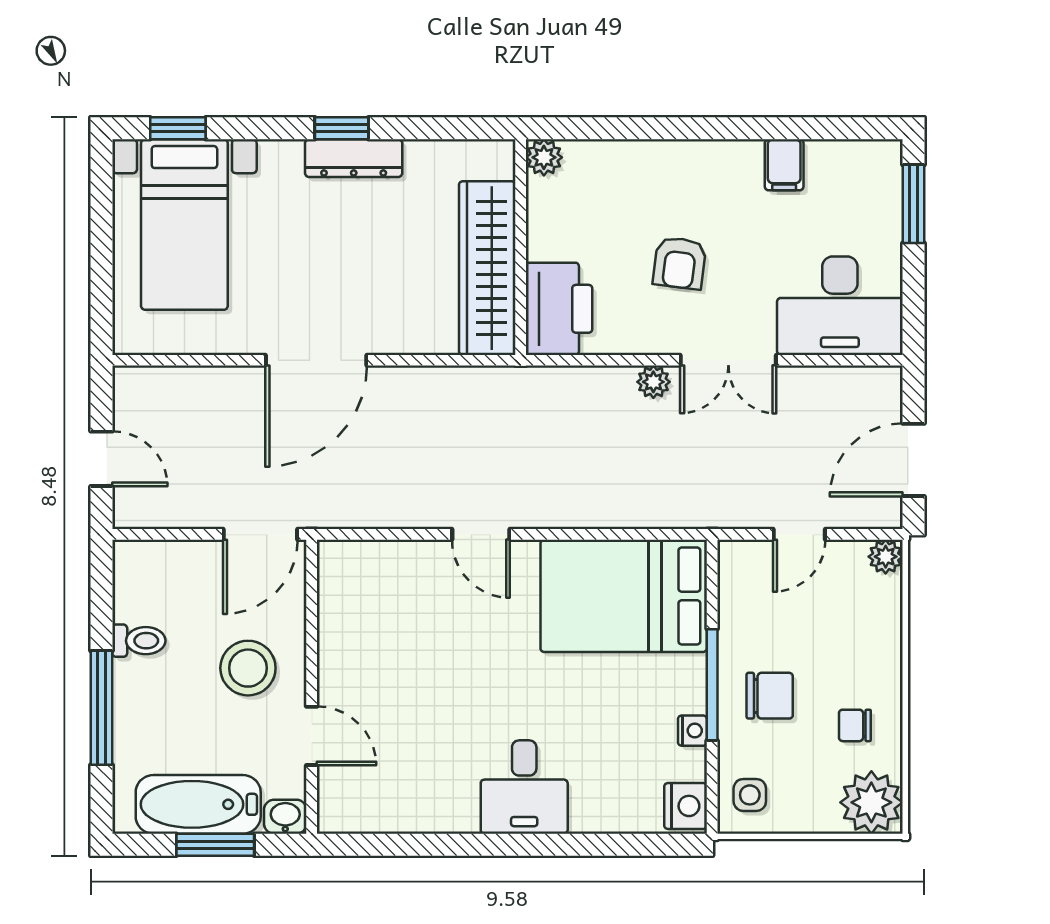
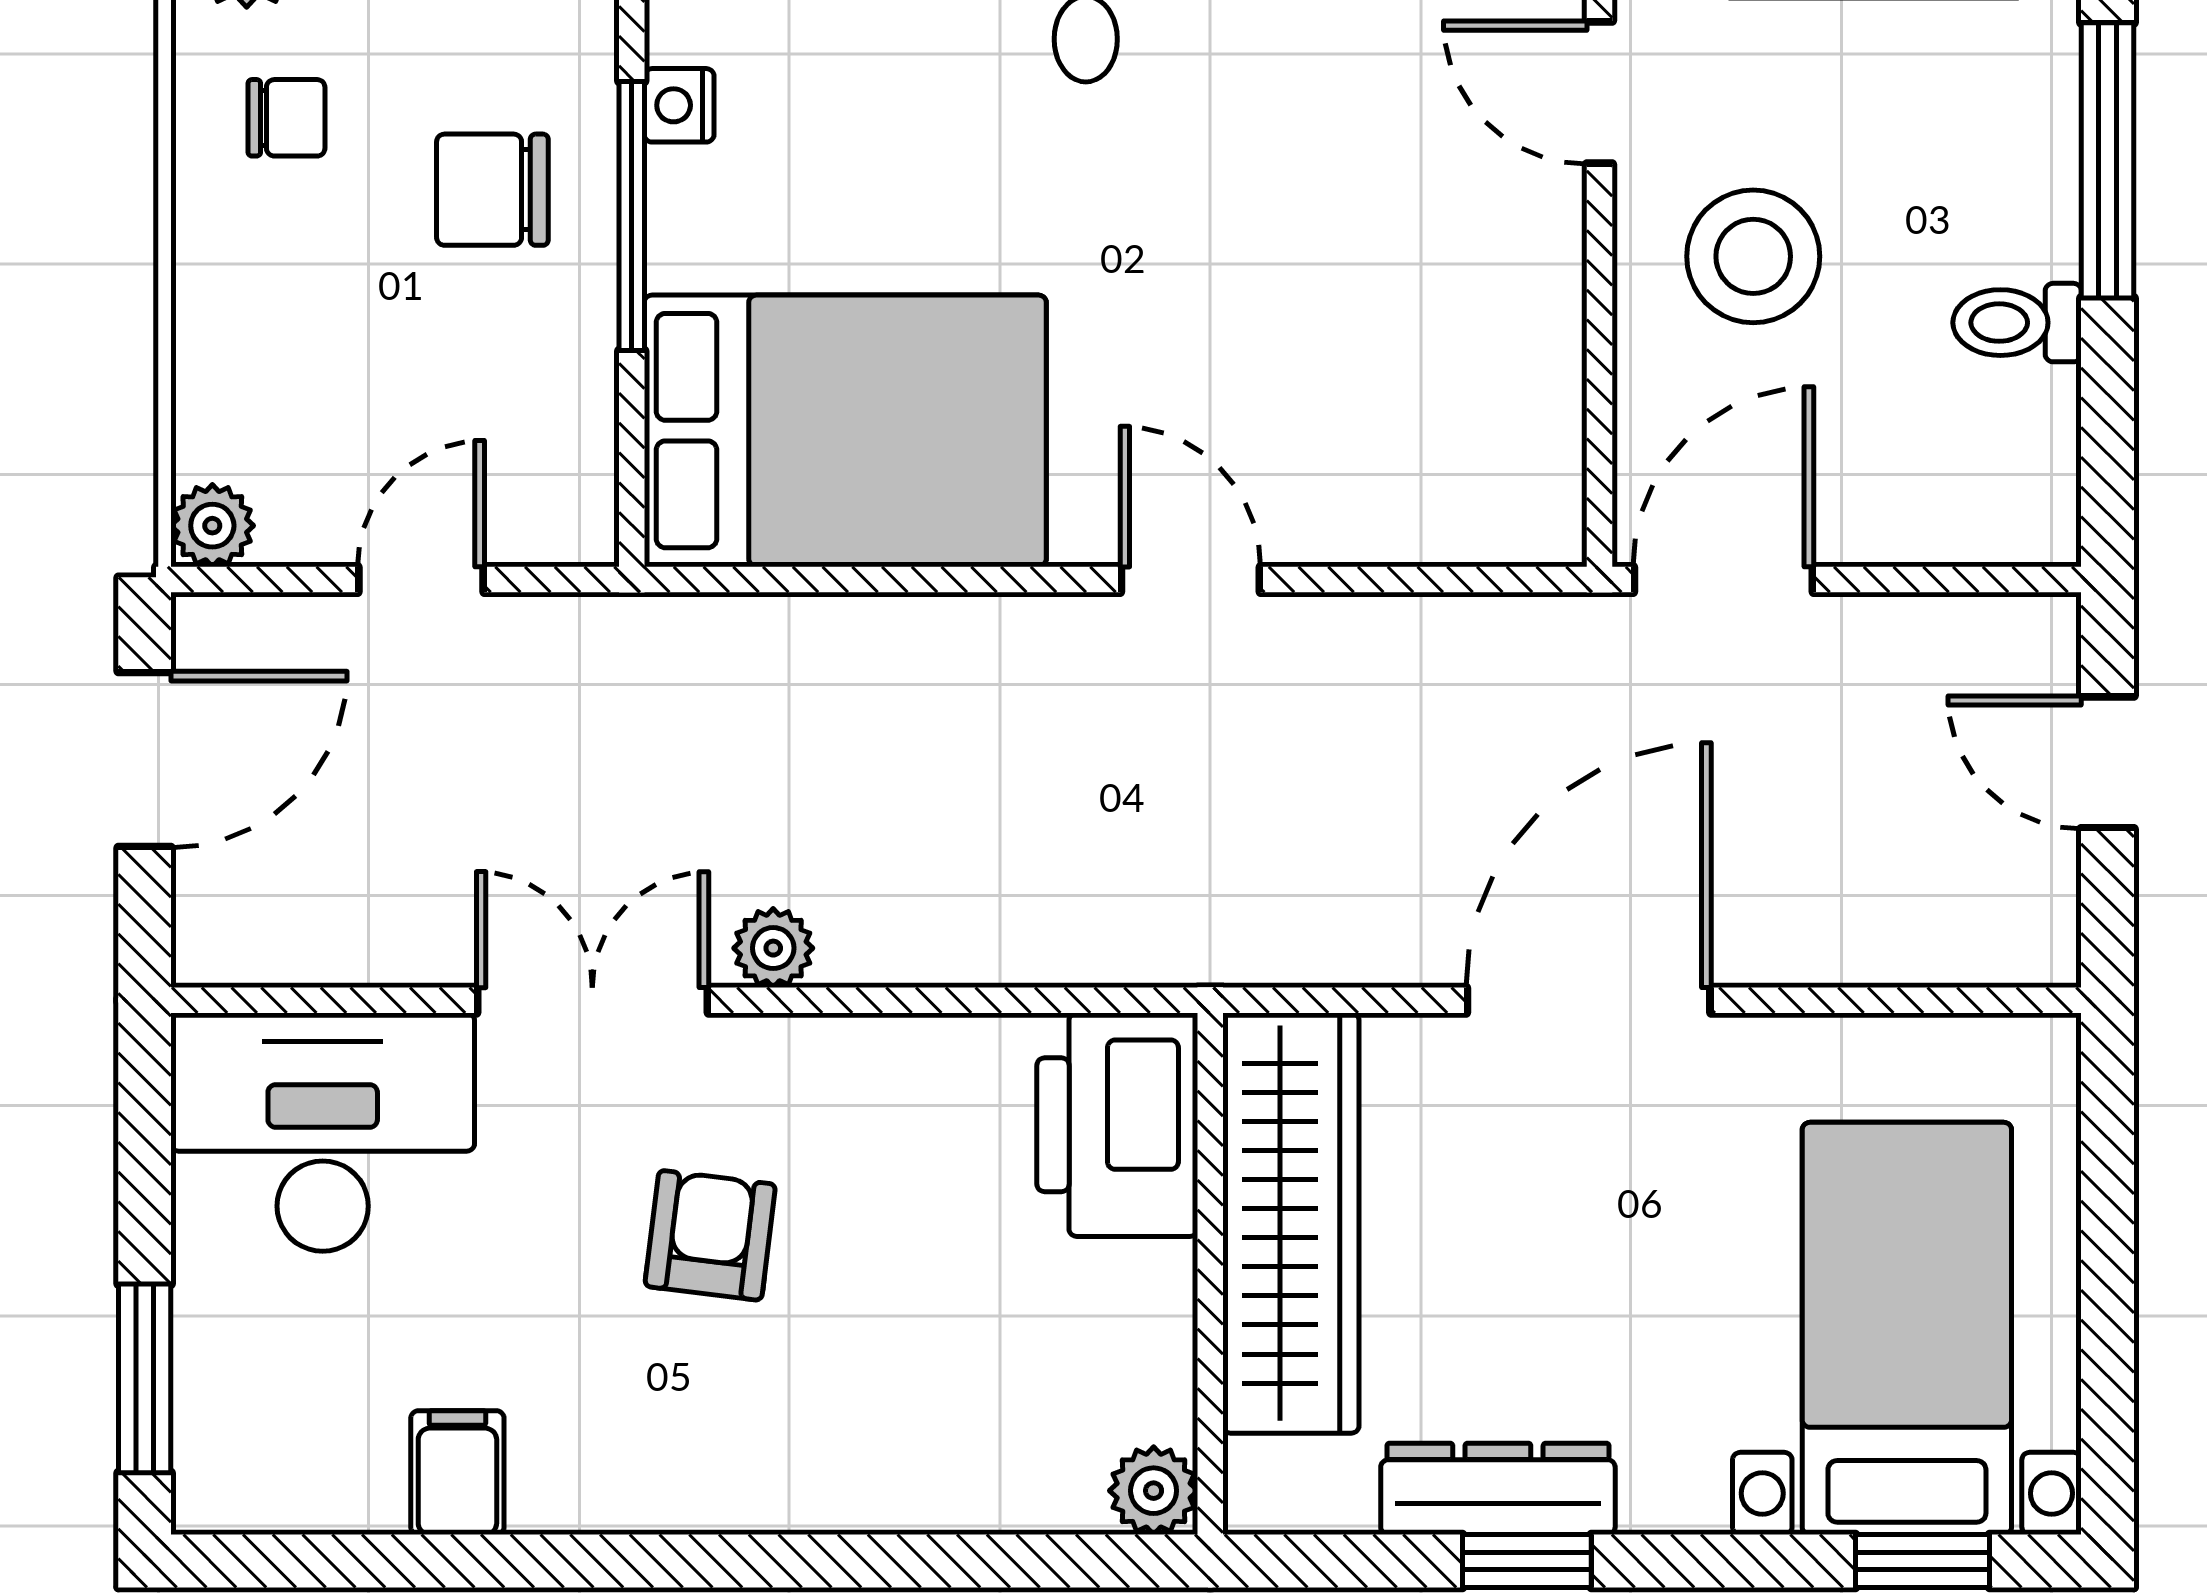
plant: (544, 157) -> (1154, 1491), moved
wall: (521, 247) -> (1210, 1274), moved
wardrobe: (487, 268) -> (1291, 1223), moved
printer: (559, 309) -> (1117, 1125), moved

